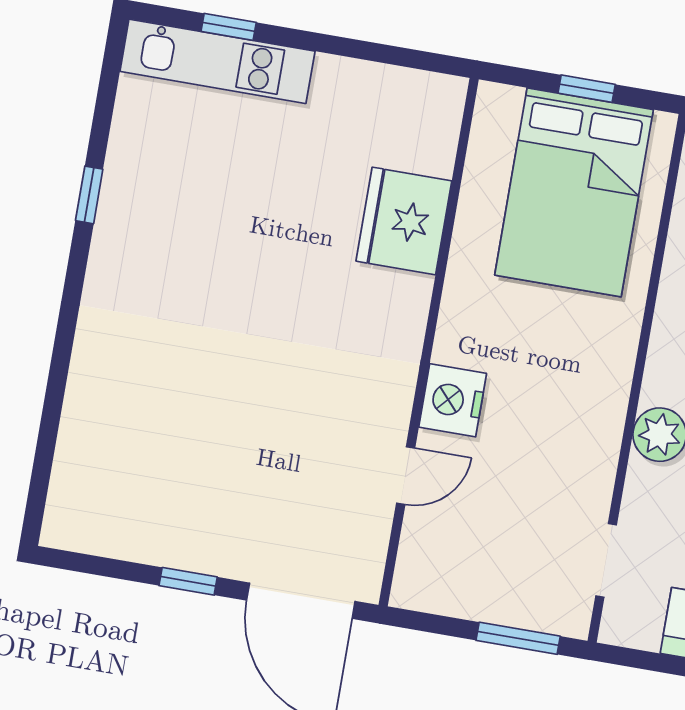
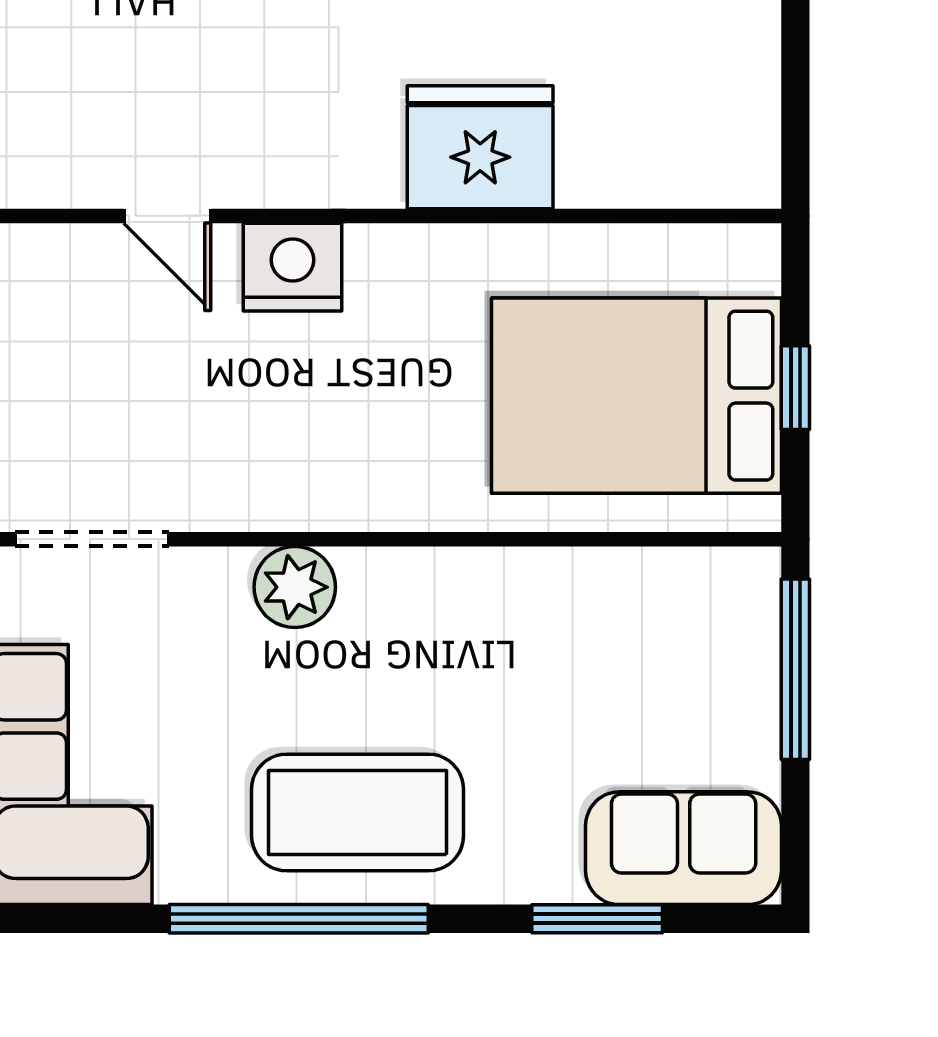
fridge: (404, 221) -> (480, 147), moved
doorway: (606, 560) -> (92, 539), width x1.38

